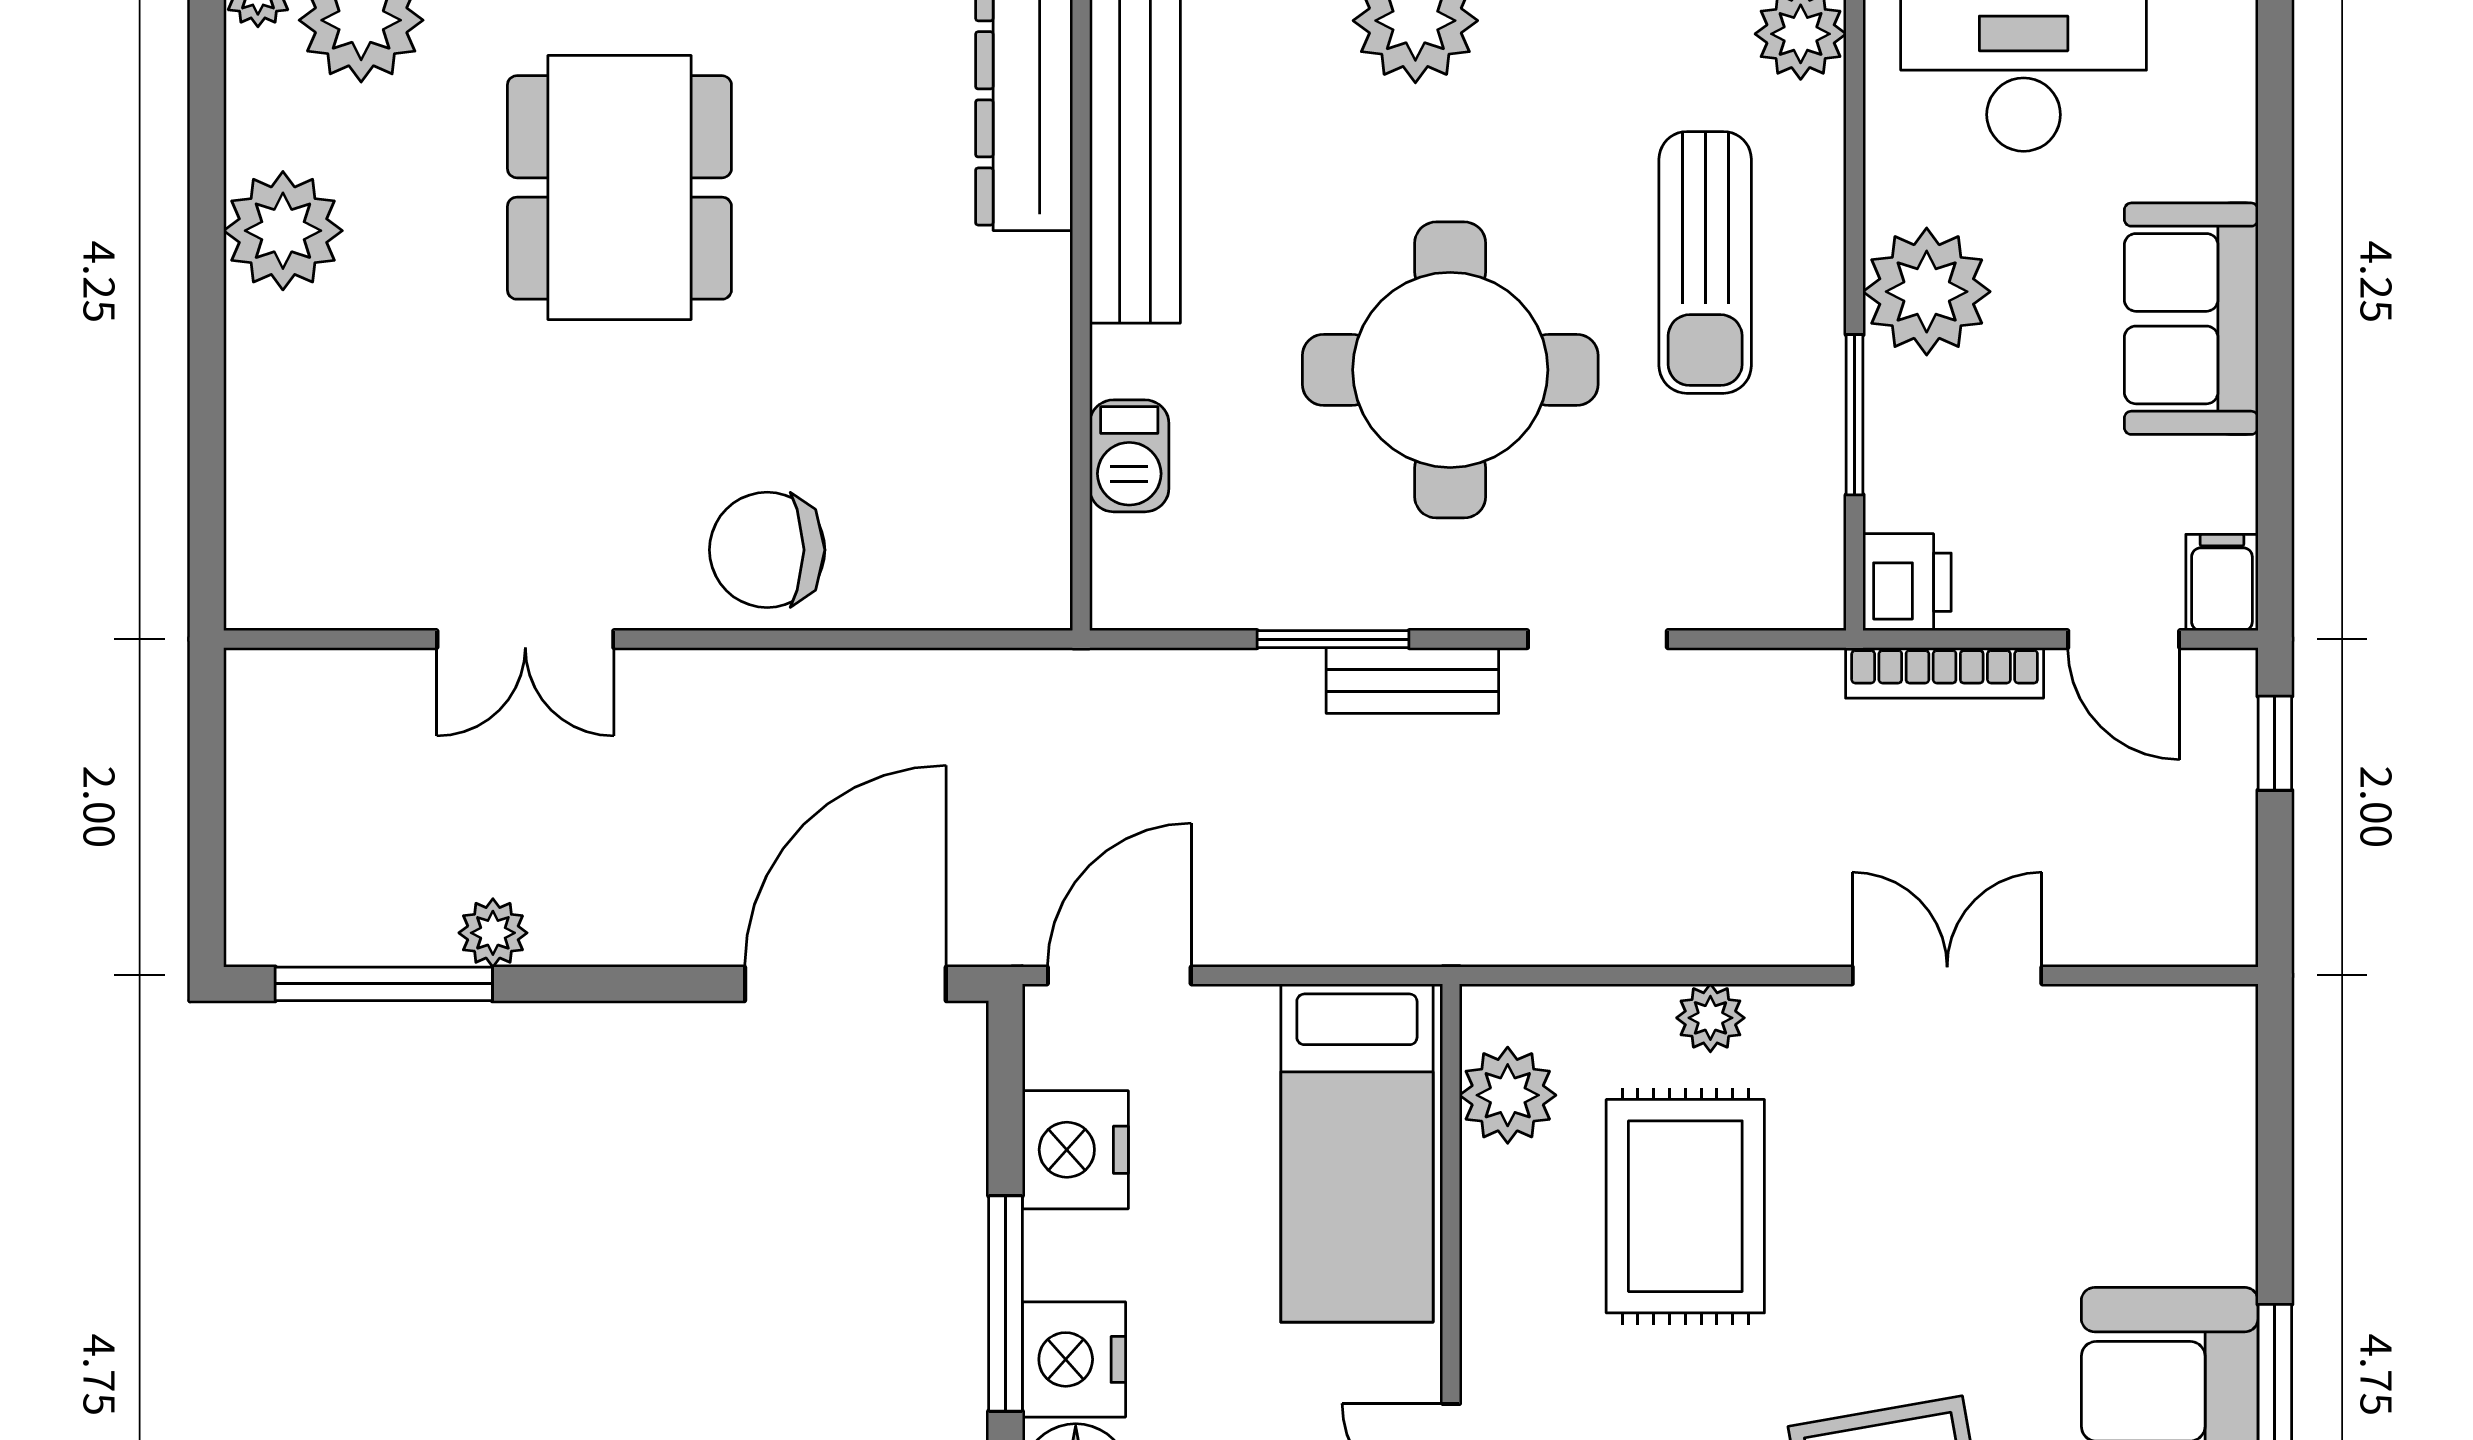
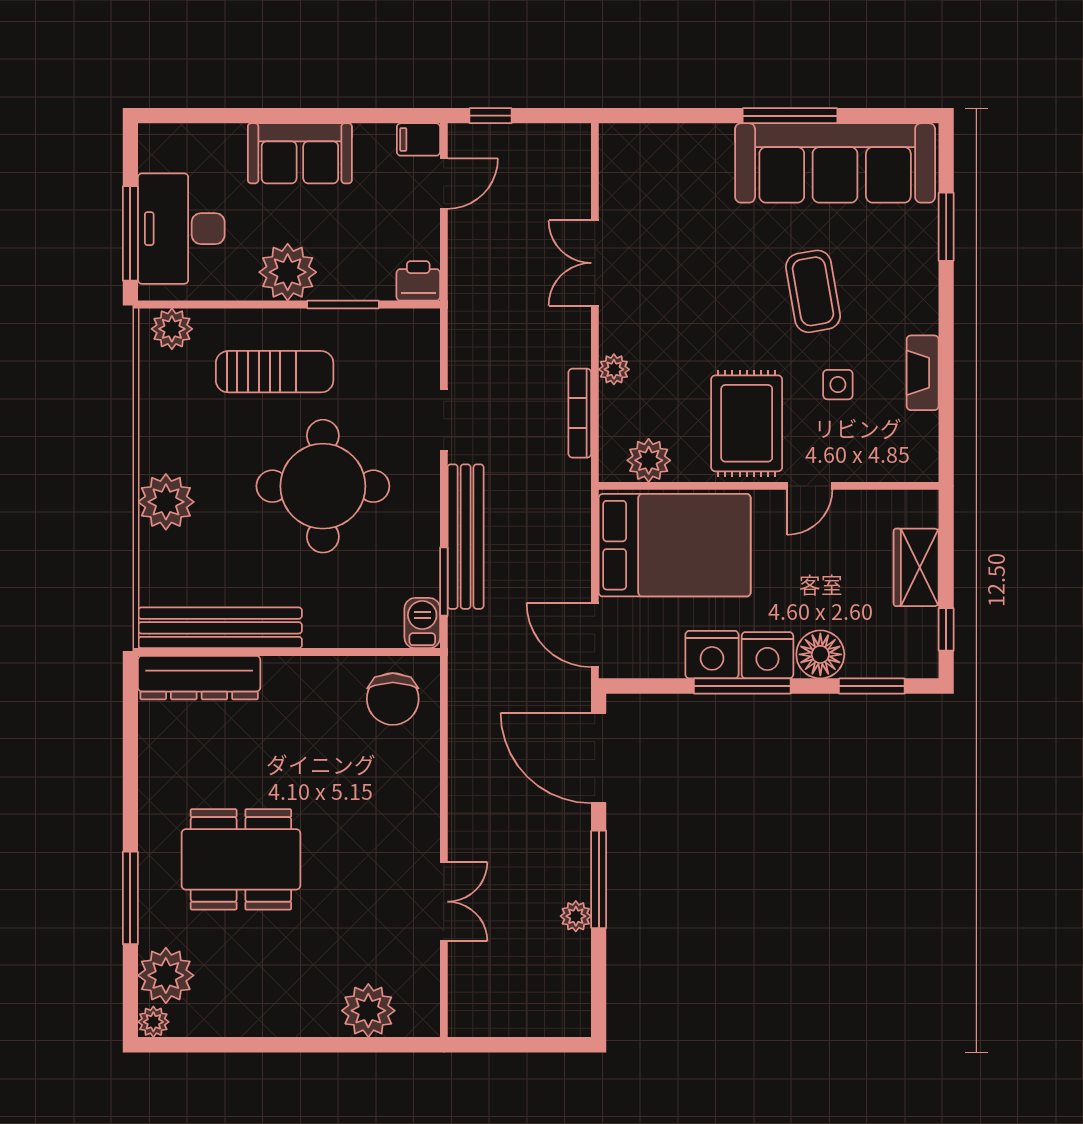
plant: (283, 231) -> (368, 1011), moved
barbecue: (1129, 456) -> (422, 623), moved, turned -90
chair: (767, 550) -> (393, 699), moved
window: (1333, 639) -> (444, 581), moved
bookcase: (1945, 673) -> (580, 413), moved, turned 180
bench: (1412, 680) -> (466, 537), width x1.86, depth x1.21
window: (384, 984) -> (599, 879), moved
nightstand: (1075, 1150) -> (712, 655), moved
bed: (1357, 1153) -> (675, 545), width x1.50
rug: (1685, 1206) -> (747, 423), moved, turned 90

